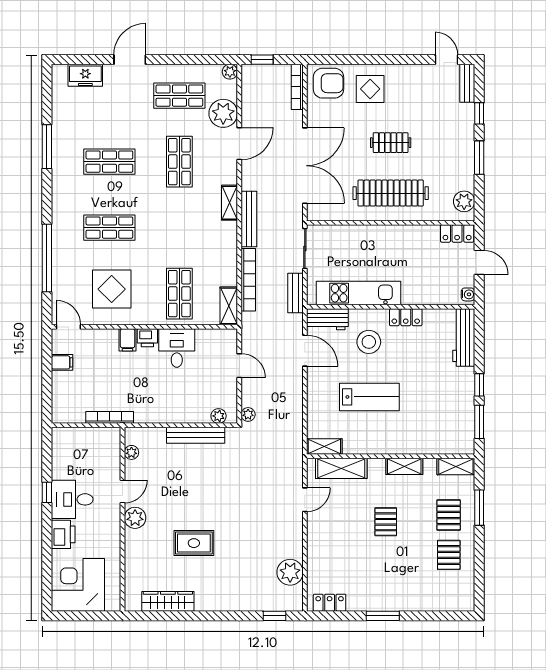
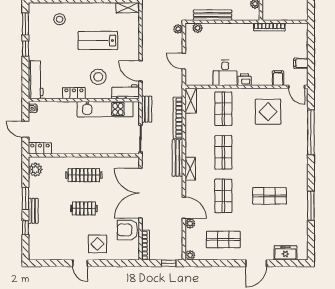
door: (446, 60) -> (80, 263), moved
armchair: (328, 83) -> (127, 230), moved
bench: (467, 83) -> (33, 211), moved
plant: (223, 113) -> (190, 223), width x0.53, depth x0.53
door: (239, 144) -> (184, 208), swing flipped
clothes rail: (391, 193) -> (84, 175), width x0.73, depth x0.76
shop shelf: (109, 228) -> (223, 152), moved, turned 90
filing cabinet: (127, 340) -> (278, 78), moved
stool: (427, 429) -> (60, 19), added

